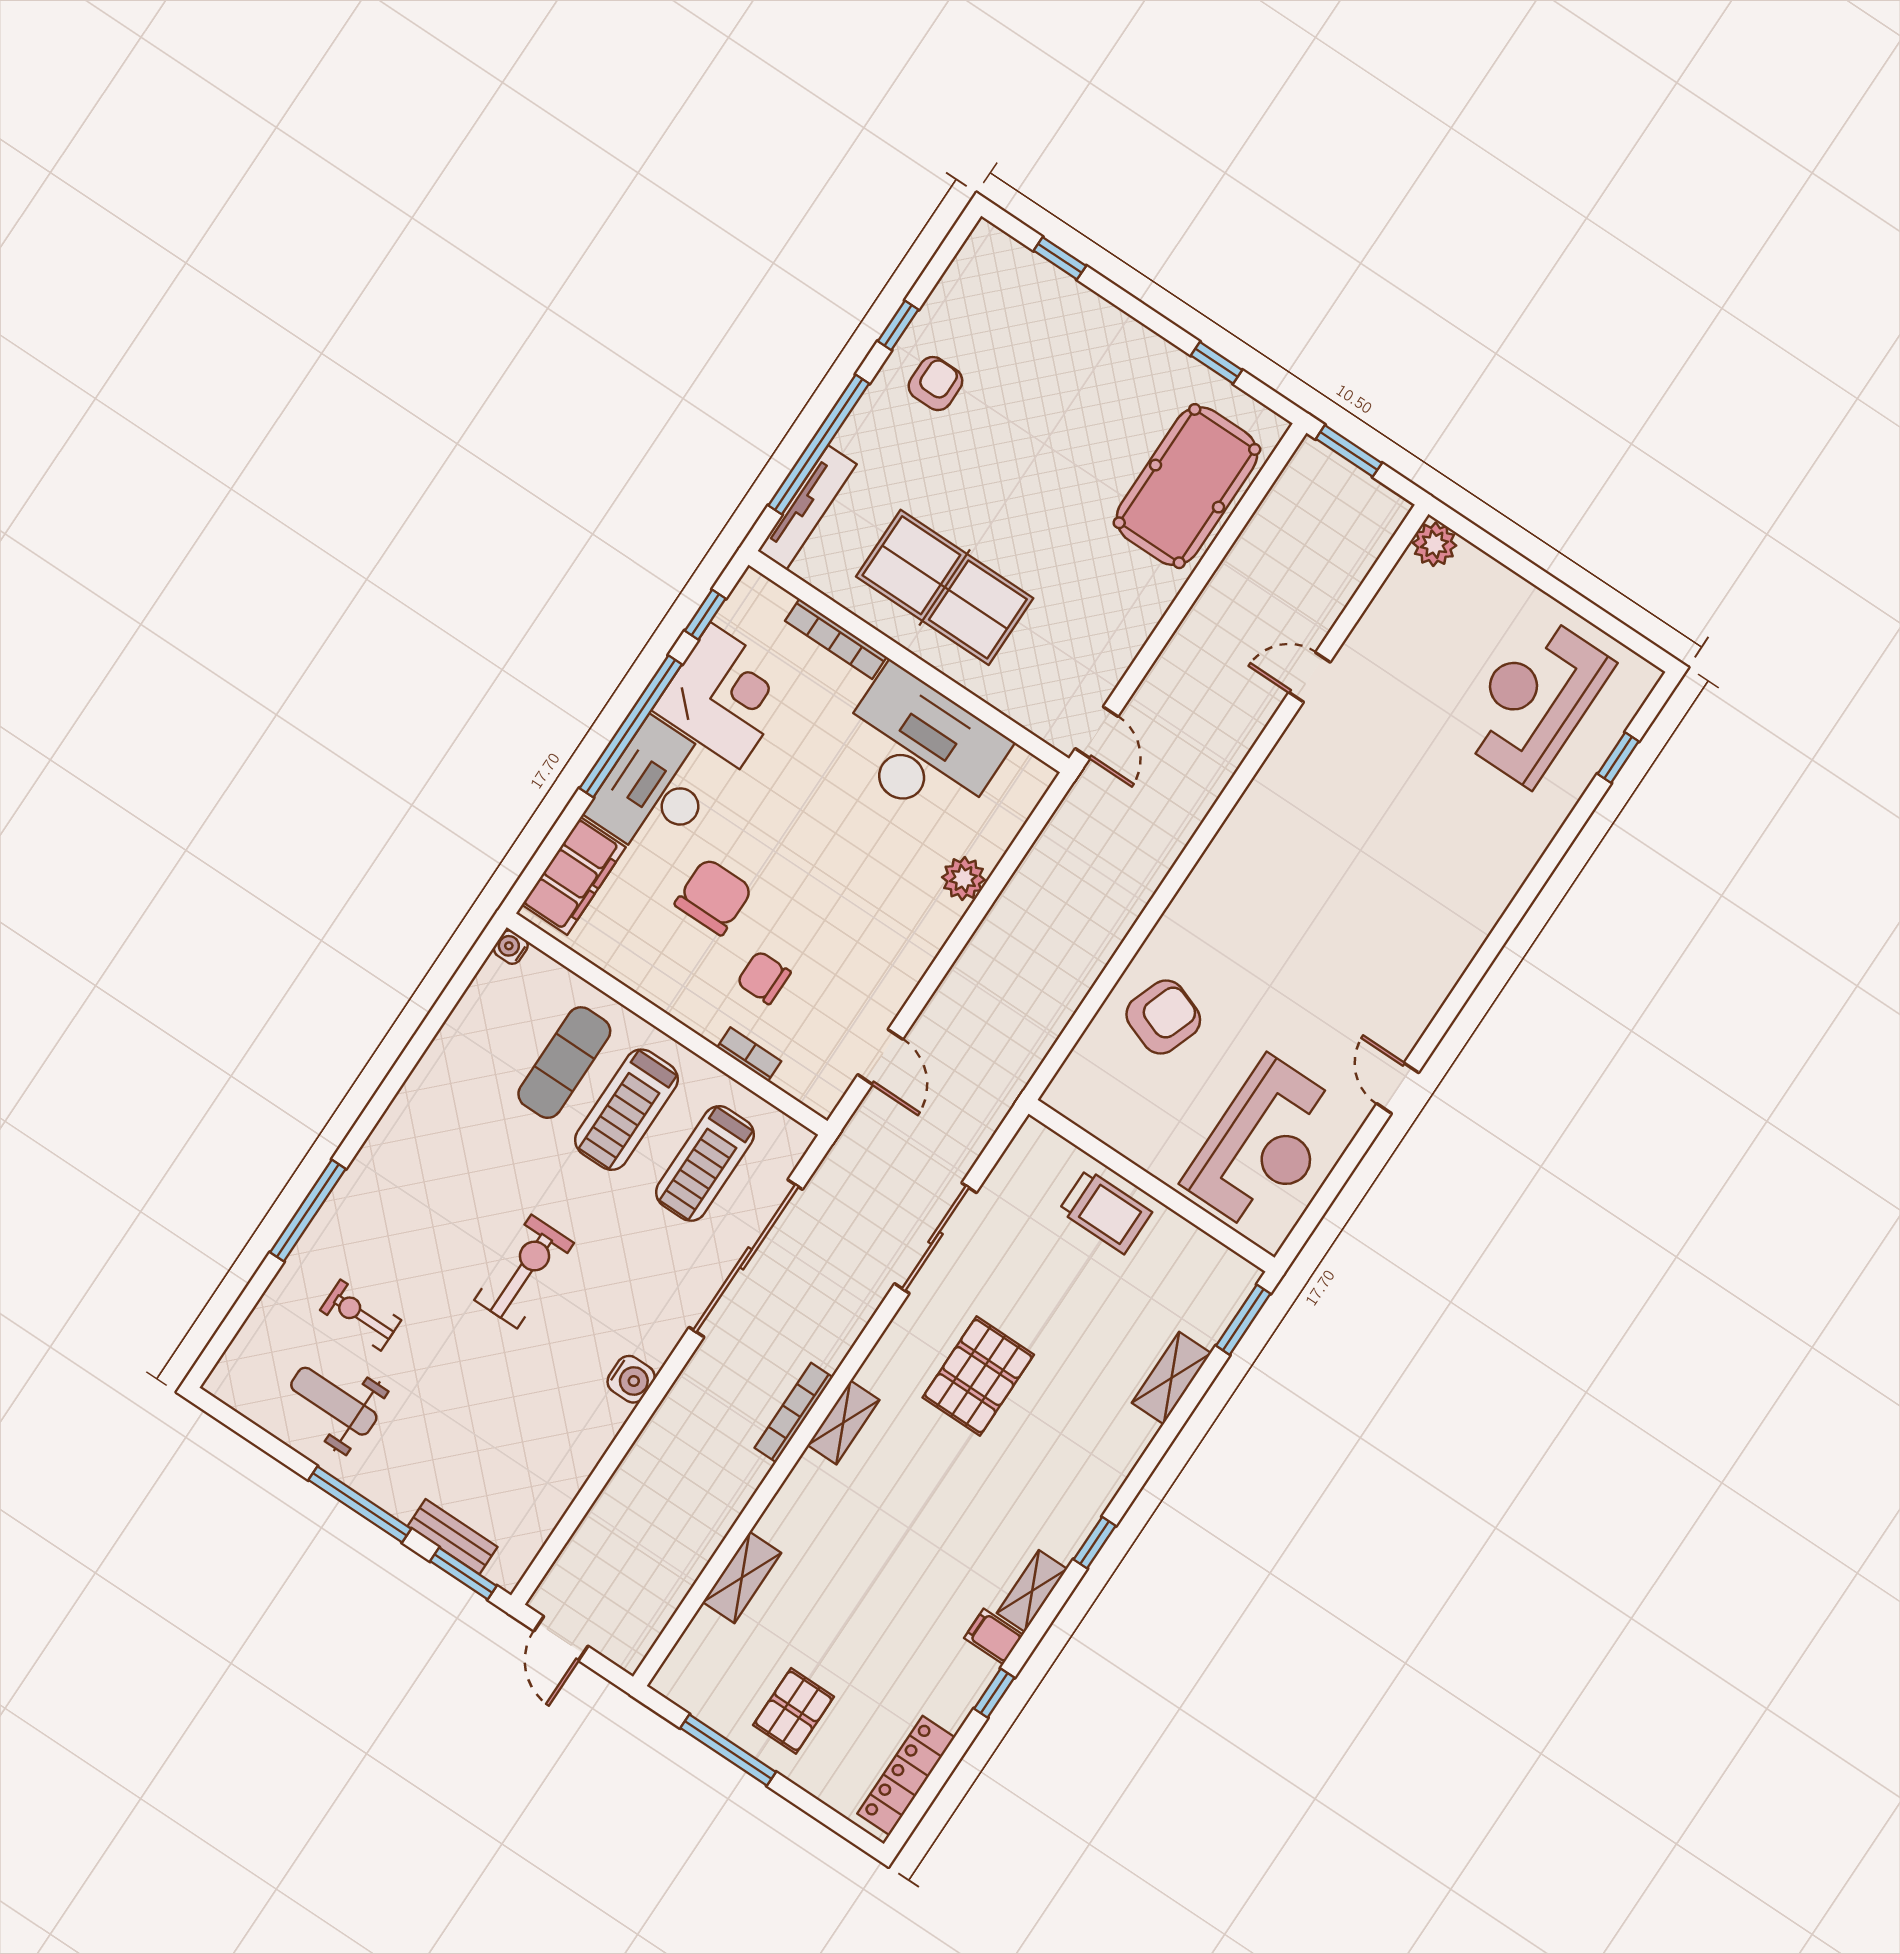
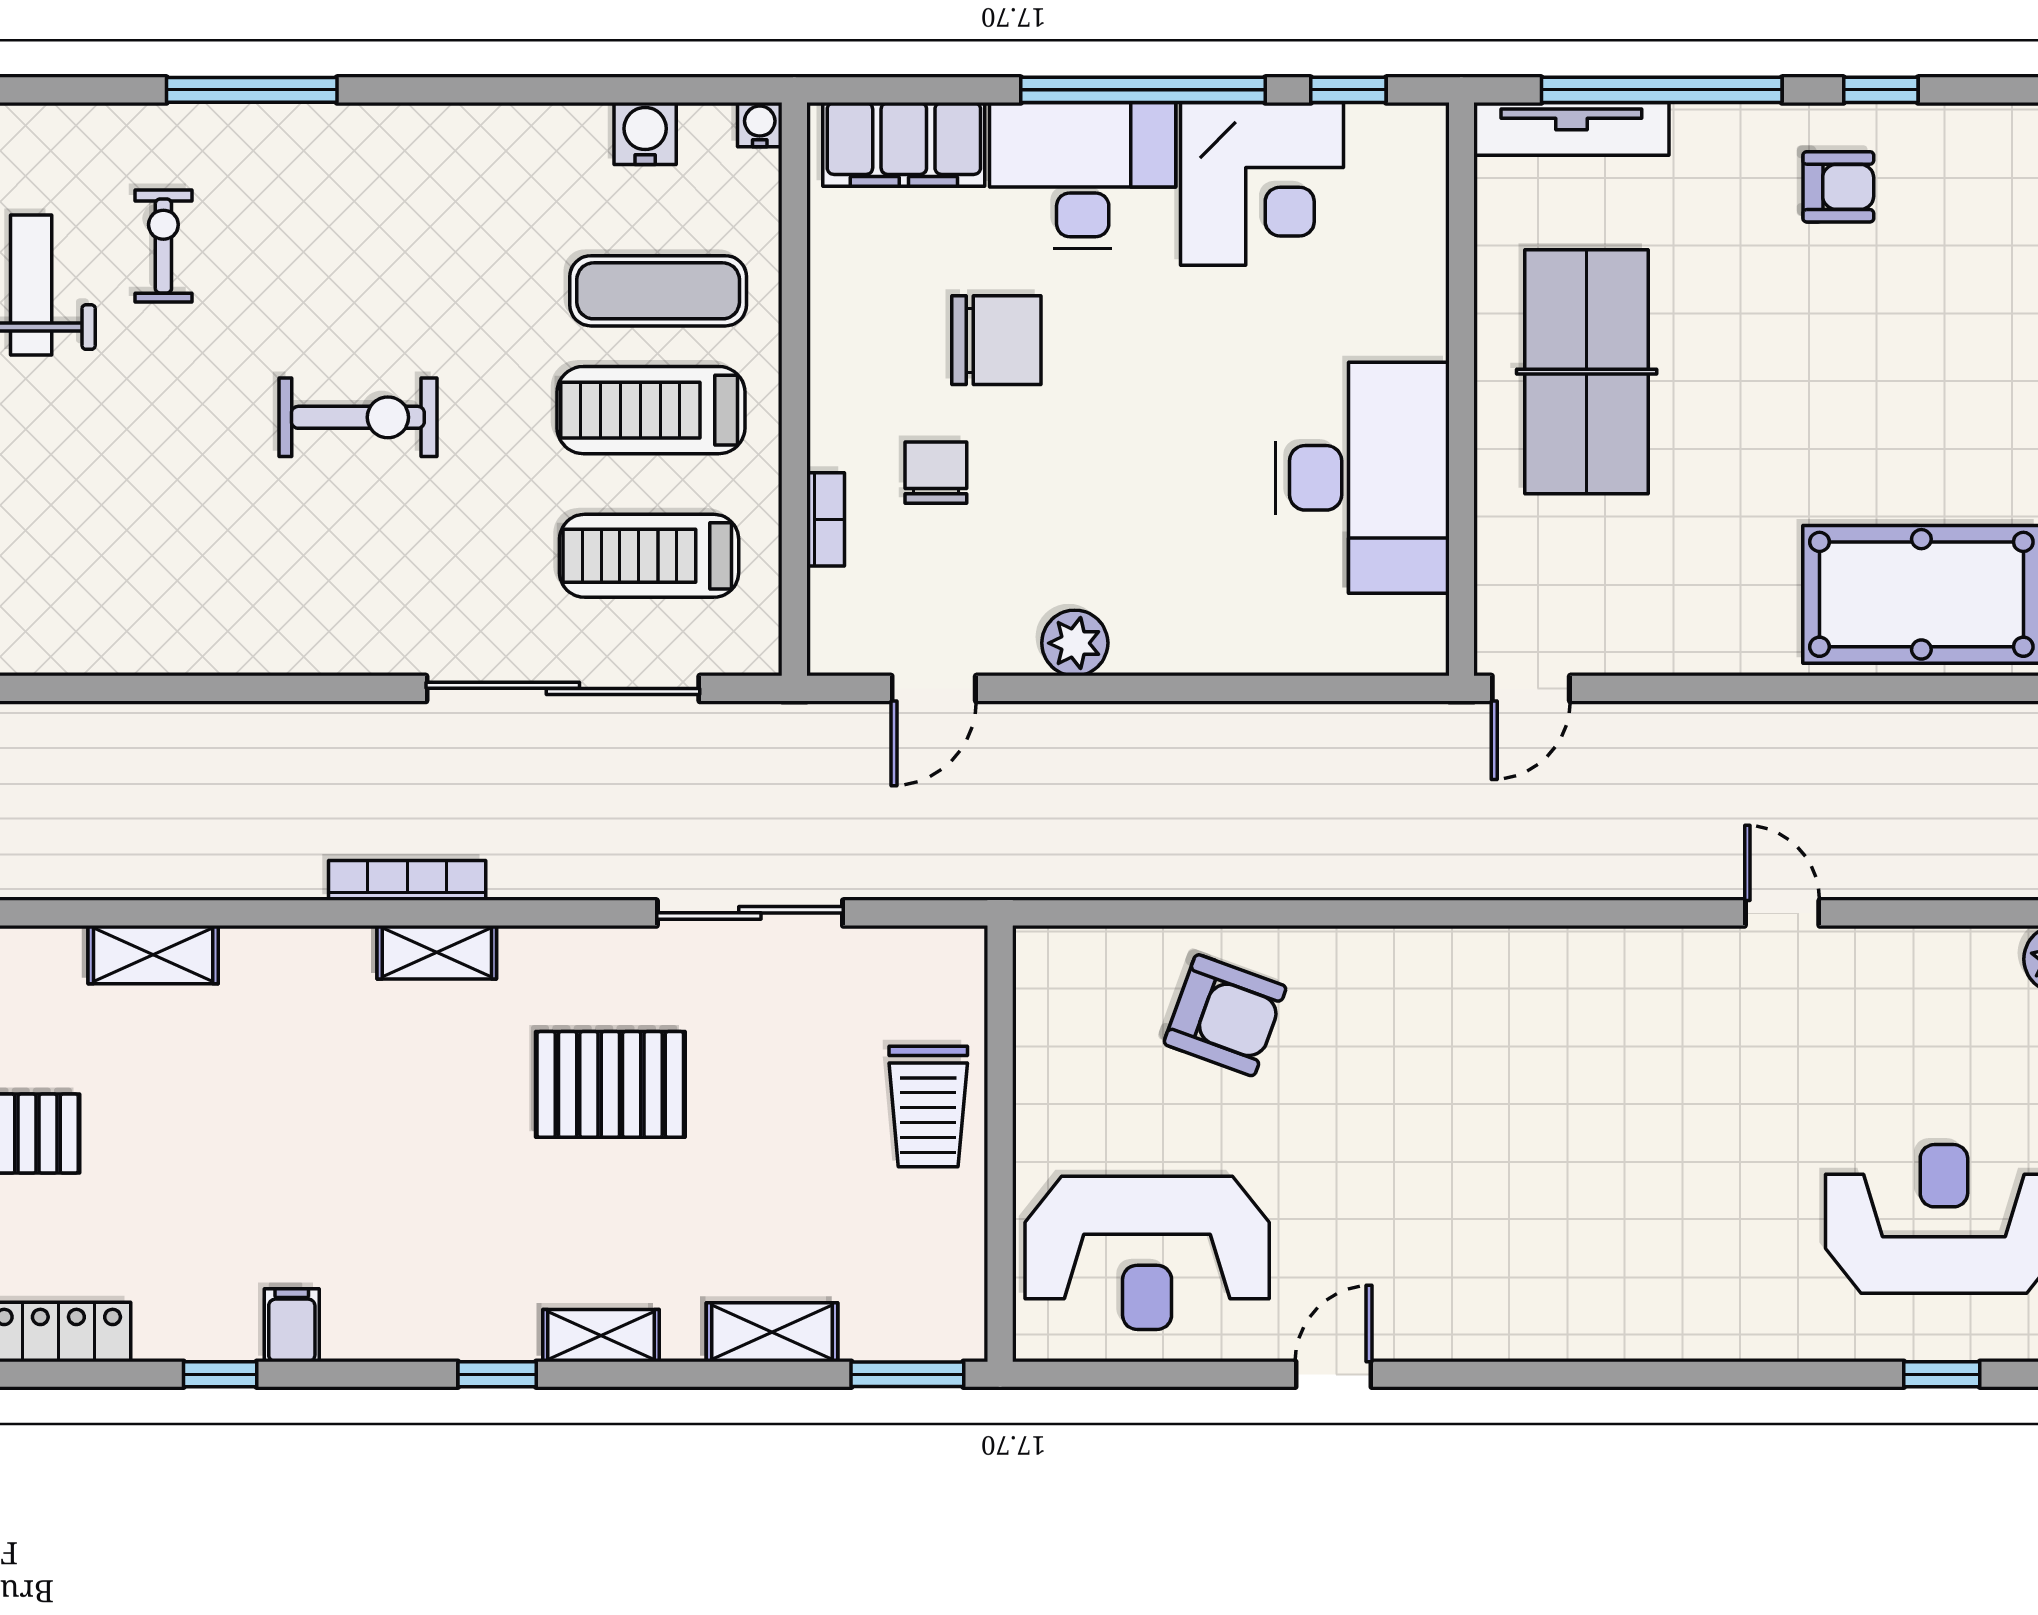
bookcase: (836, 639) -> (1428, 277), removed
plant: (963, 879) -> (1075, 643), moved
water cooler: (631, 1379) -> (645, 133), moved, turned 180
shelving: (1032, 1591) -> (601, 1336), moved

